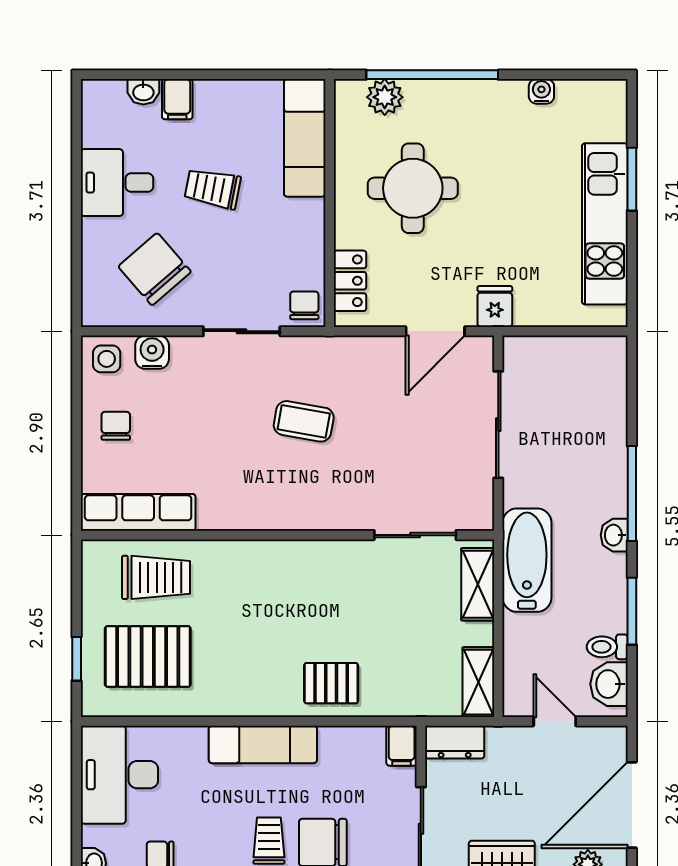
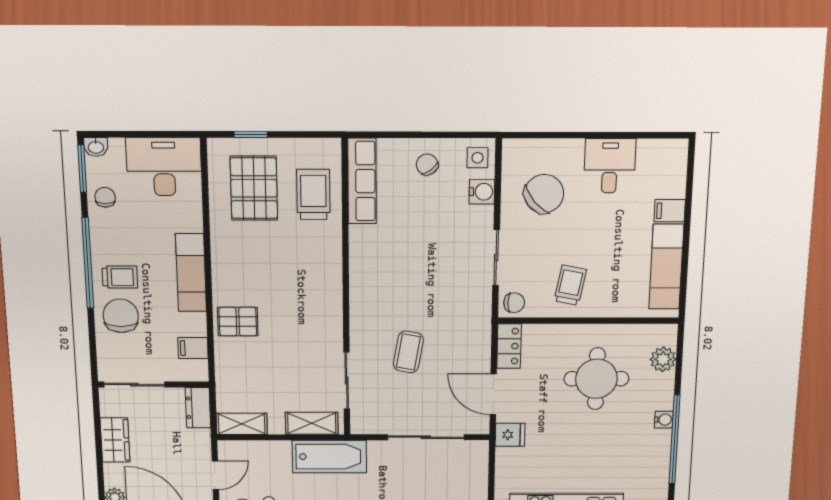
window: (432, 75) -> (674, 440), moved
water cooler: (541, 91) -> (664, 420), moved
washbasin: (143, 92) -> (677, 186), removed
exam couch: (305, 138) -> (666, 267), moved, turned -90
trolley: (213, 189) -> (570, 285), moved
locker: (350, 281) -> (509, 346), moved, turned -90
coffee table: (304, 421) -> (408, 352), moved
chair: (116, 426) -> (427, 164), turned -127
trolley: (156, 577) -> (313, 194), turned 180
pallet: (331, 683) -> (238, 322), turned 90
filing cabinet: (402, 746) -> (193, 348), moved

